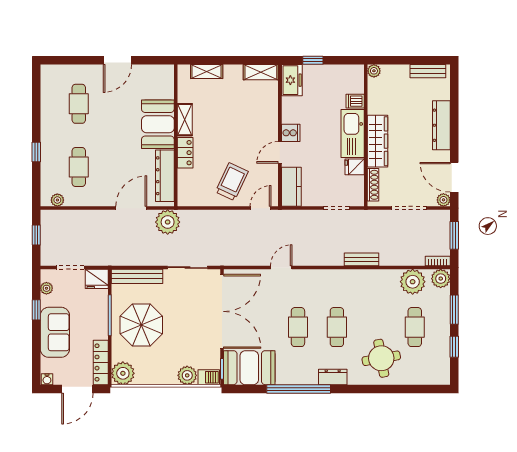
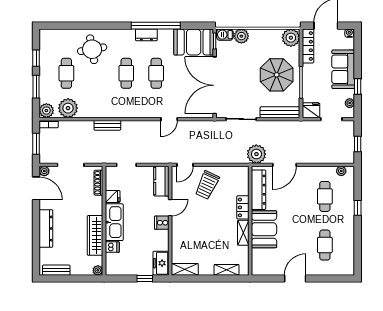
wardrobe: (377, 141) -> (95, 235), moved
dresser: (333, 377) -> (146, 35), moved

